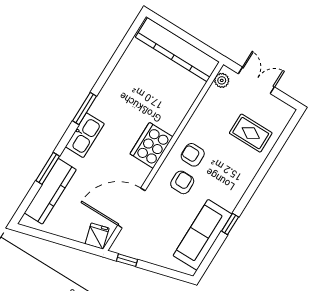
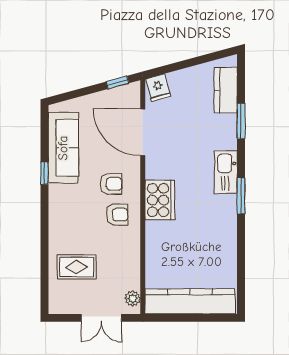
armchair: (182, 182) -> (111, 184), turned -90
kitchen counter: (50, 191) -> (226, 90), width x0.67
door: (131, 208) -> (143, 132), swing flipped

